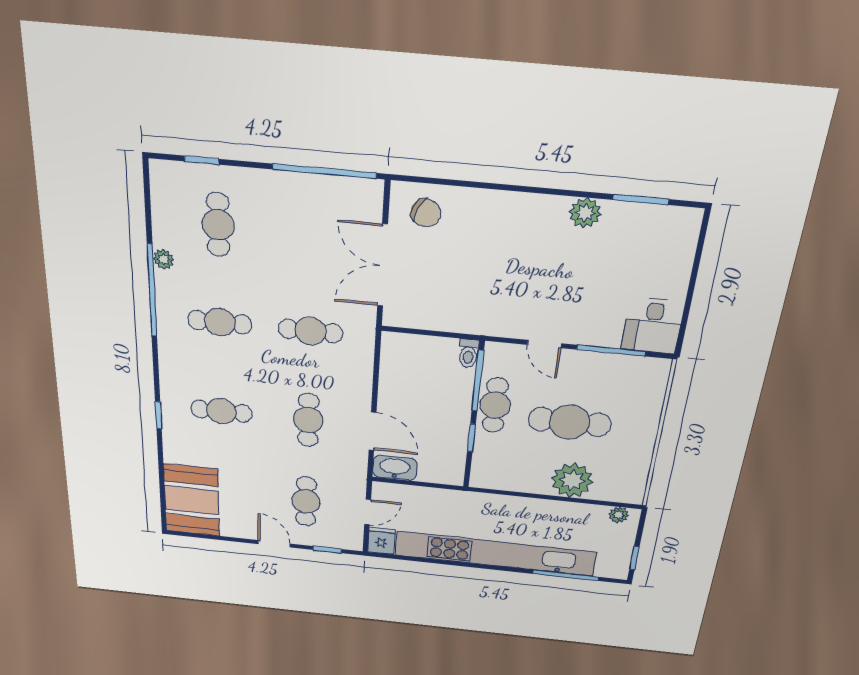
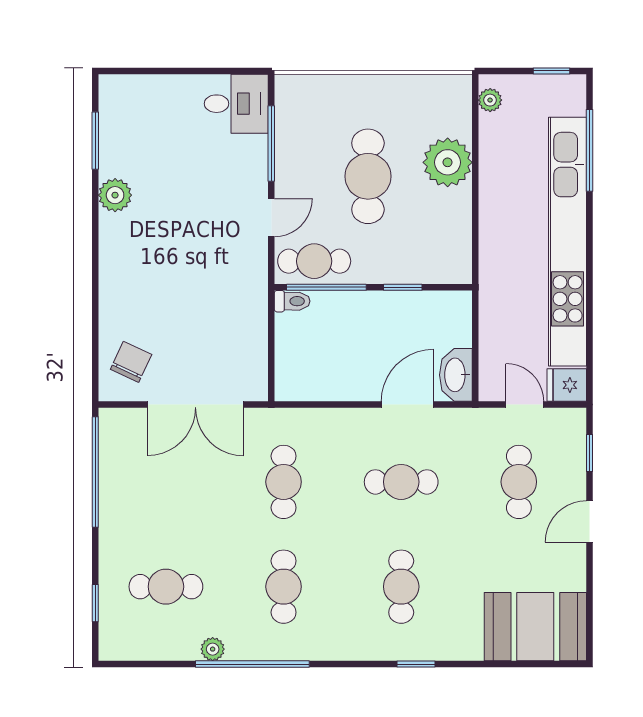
cafe table: (495, 405) -> (314, 261), moved
cafe table: (306, 501) -> (519, 482), turned 90

